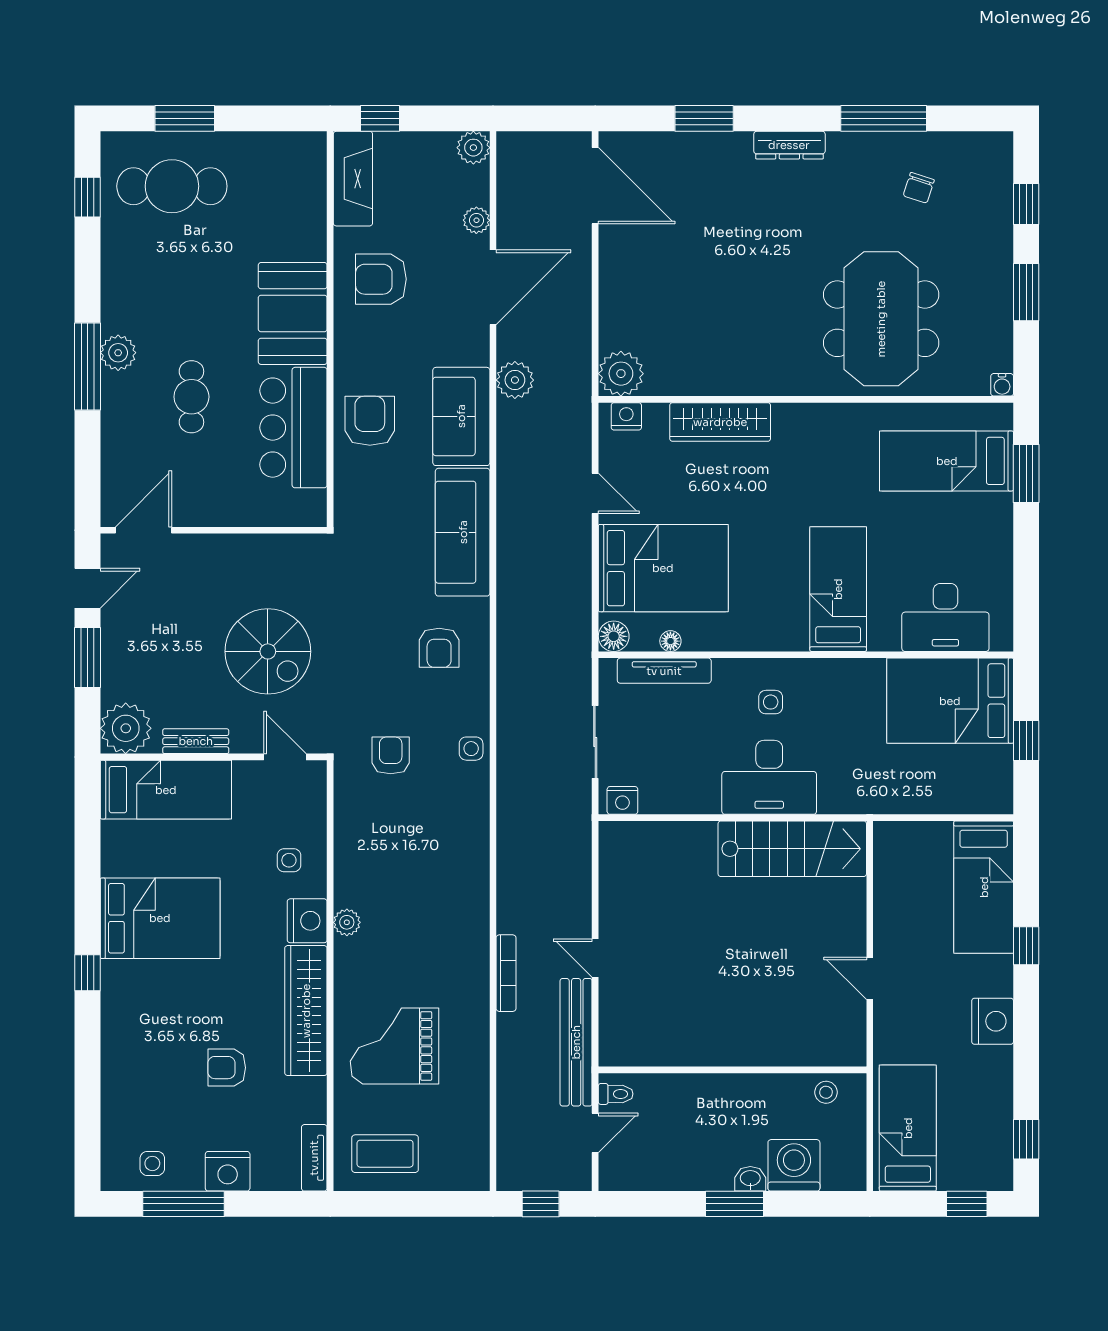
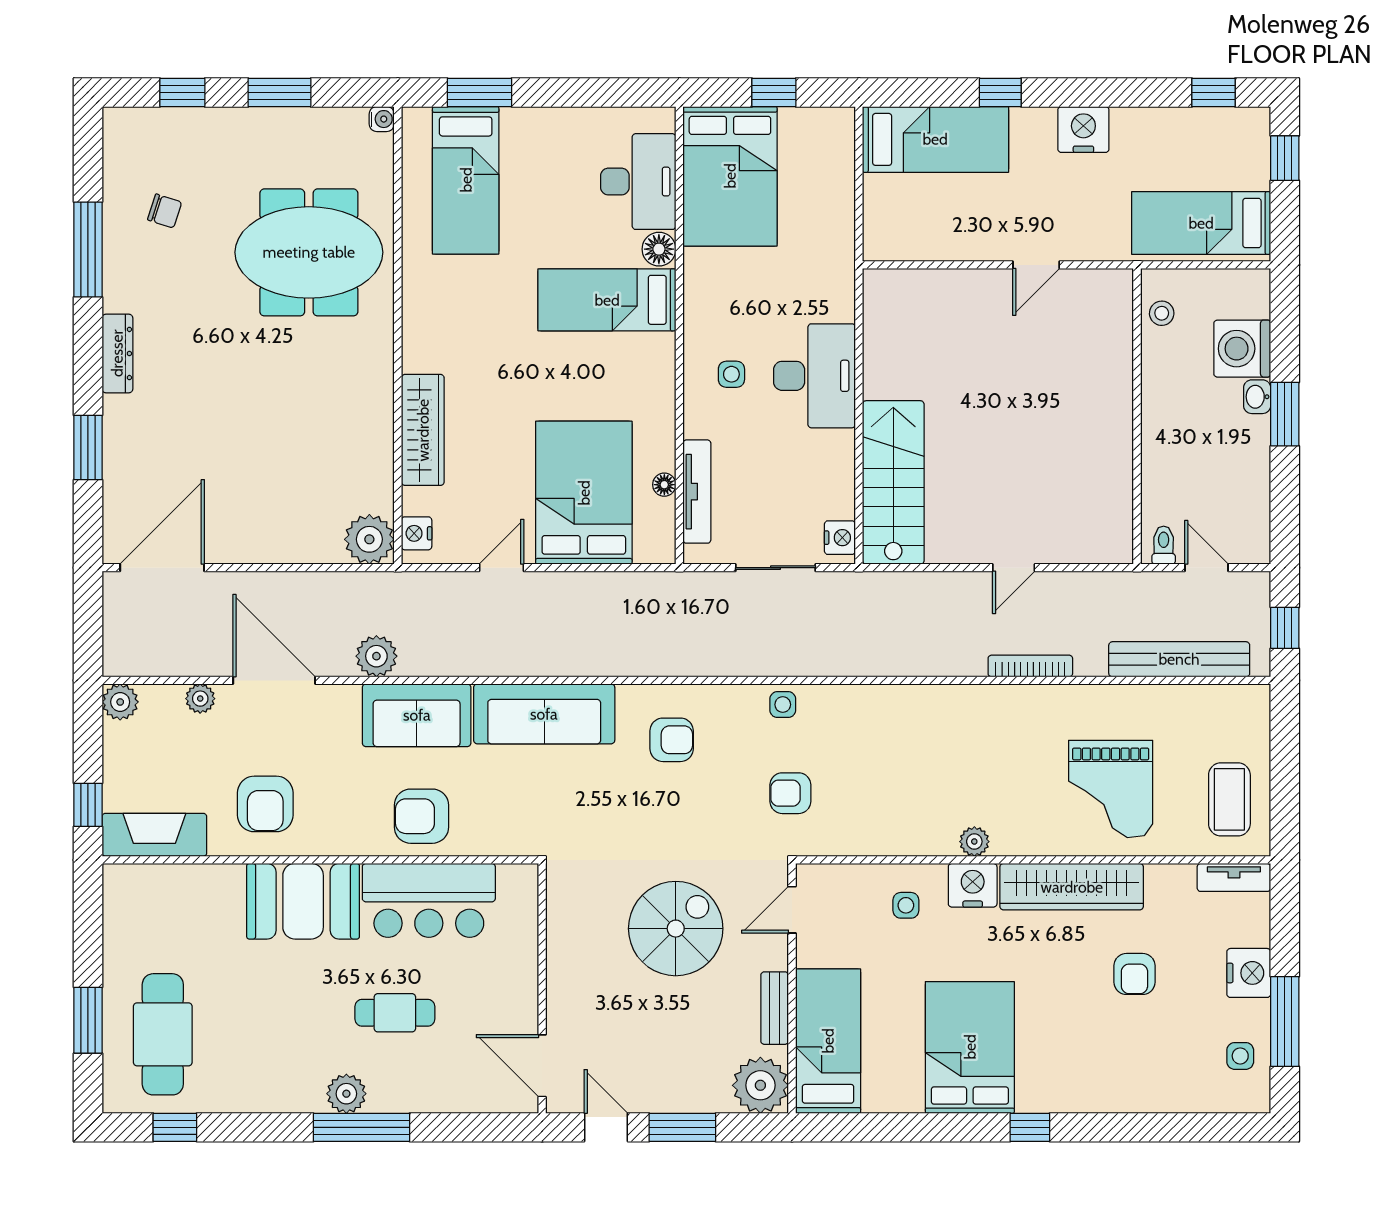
floor lamp: (614, 636) -> (659, 249), moved
stairs: (792, 849) -> (893, 482), moved
bench: (576, 1042) -> (1179, 659), moved

